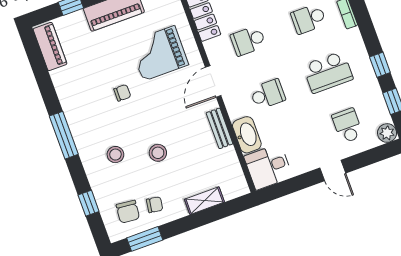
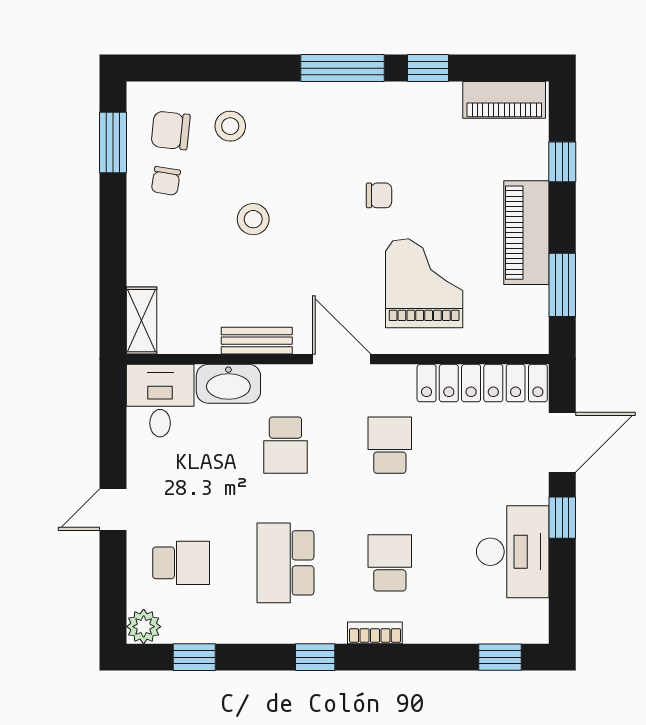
window: (380, 65) -> (315, 657), moved
chair: (122, 93) -> (379, 195), turned -90
stool: (115, 155) -> (230, 126), moved
shelving: (204, 201) -> (142, 321), moved
window: (89, 203) -> (428, 68), moved

